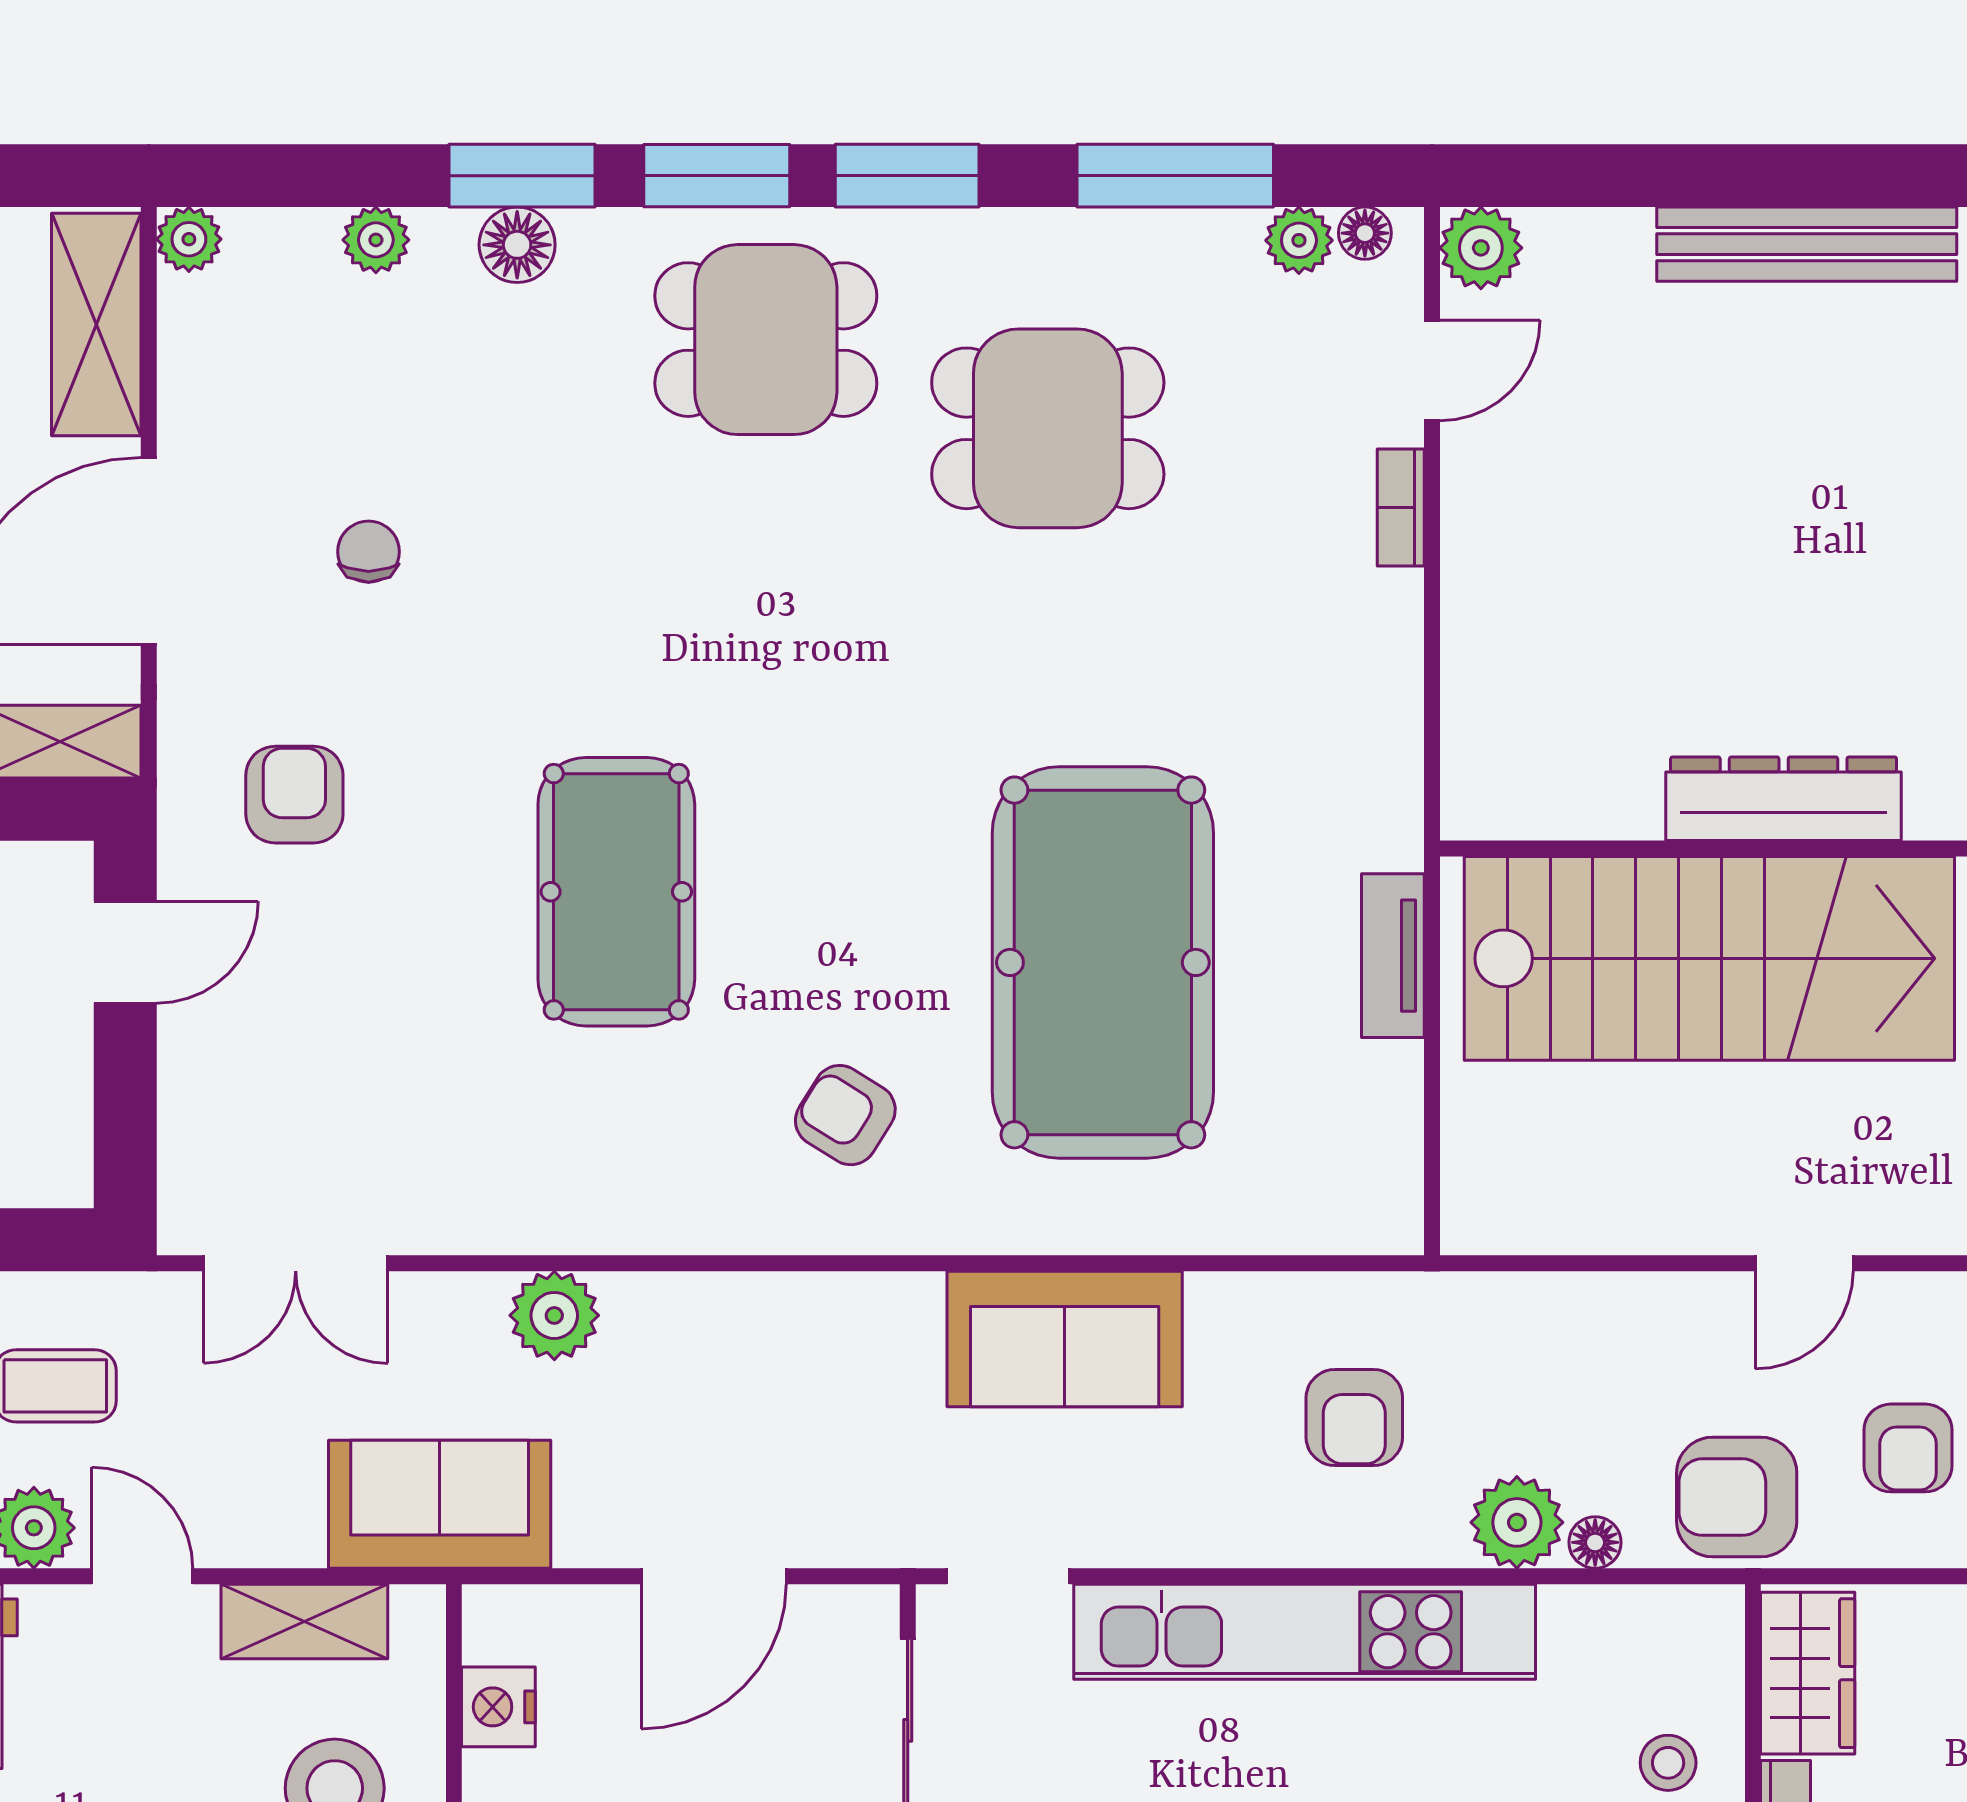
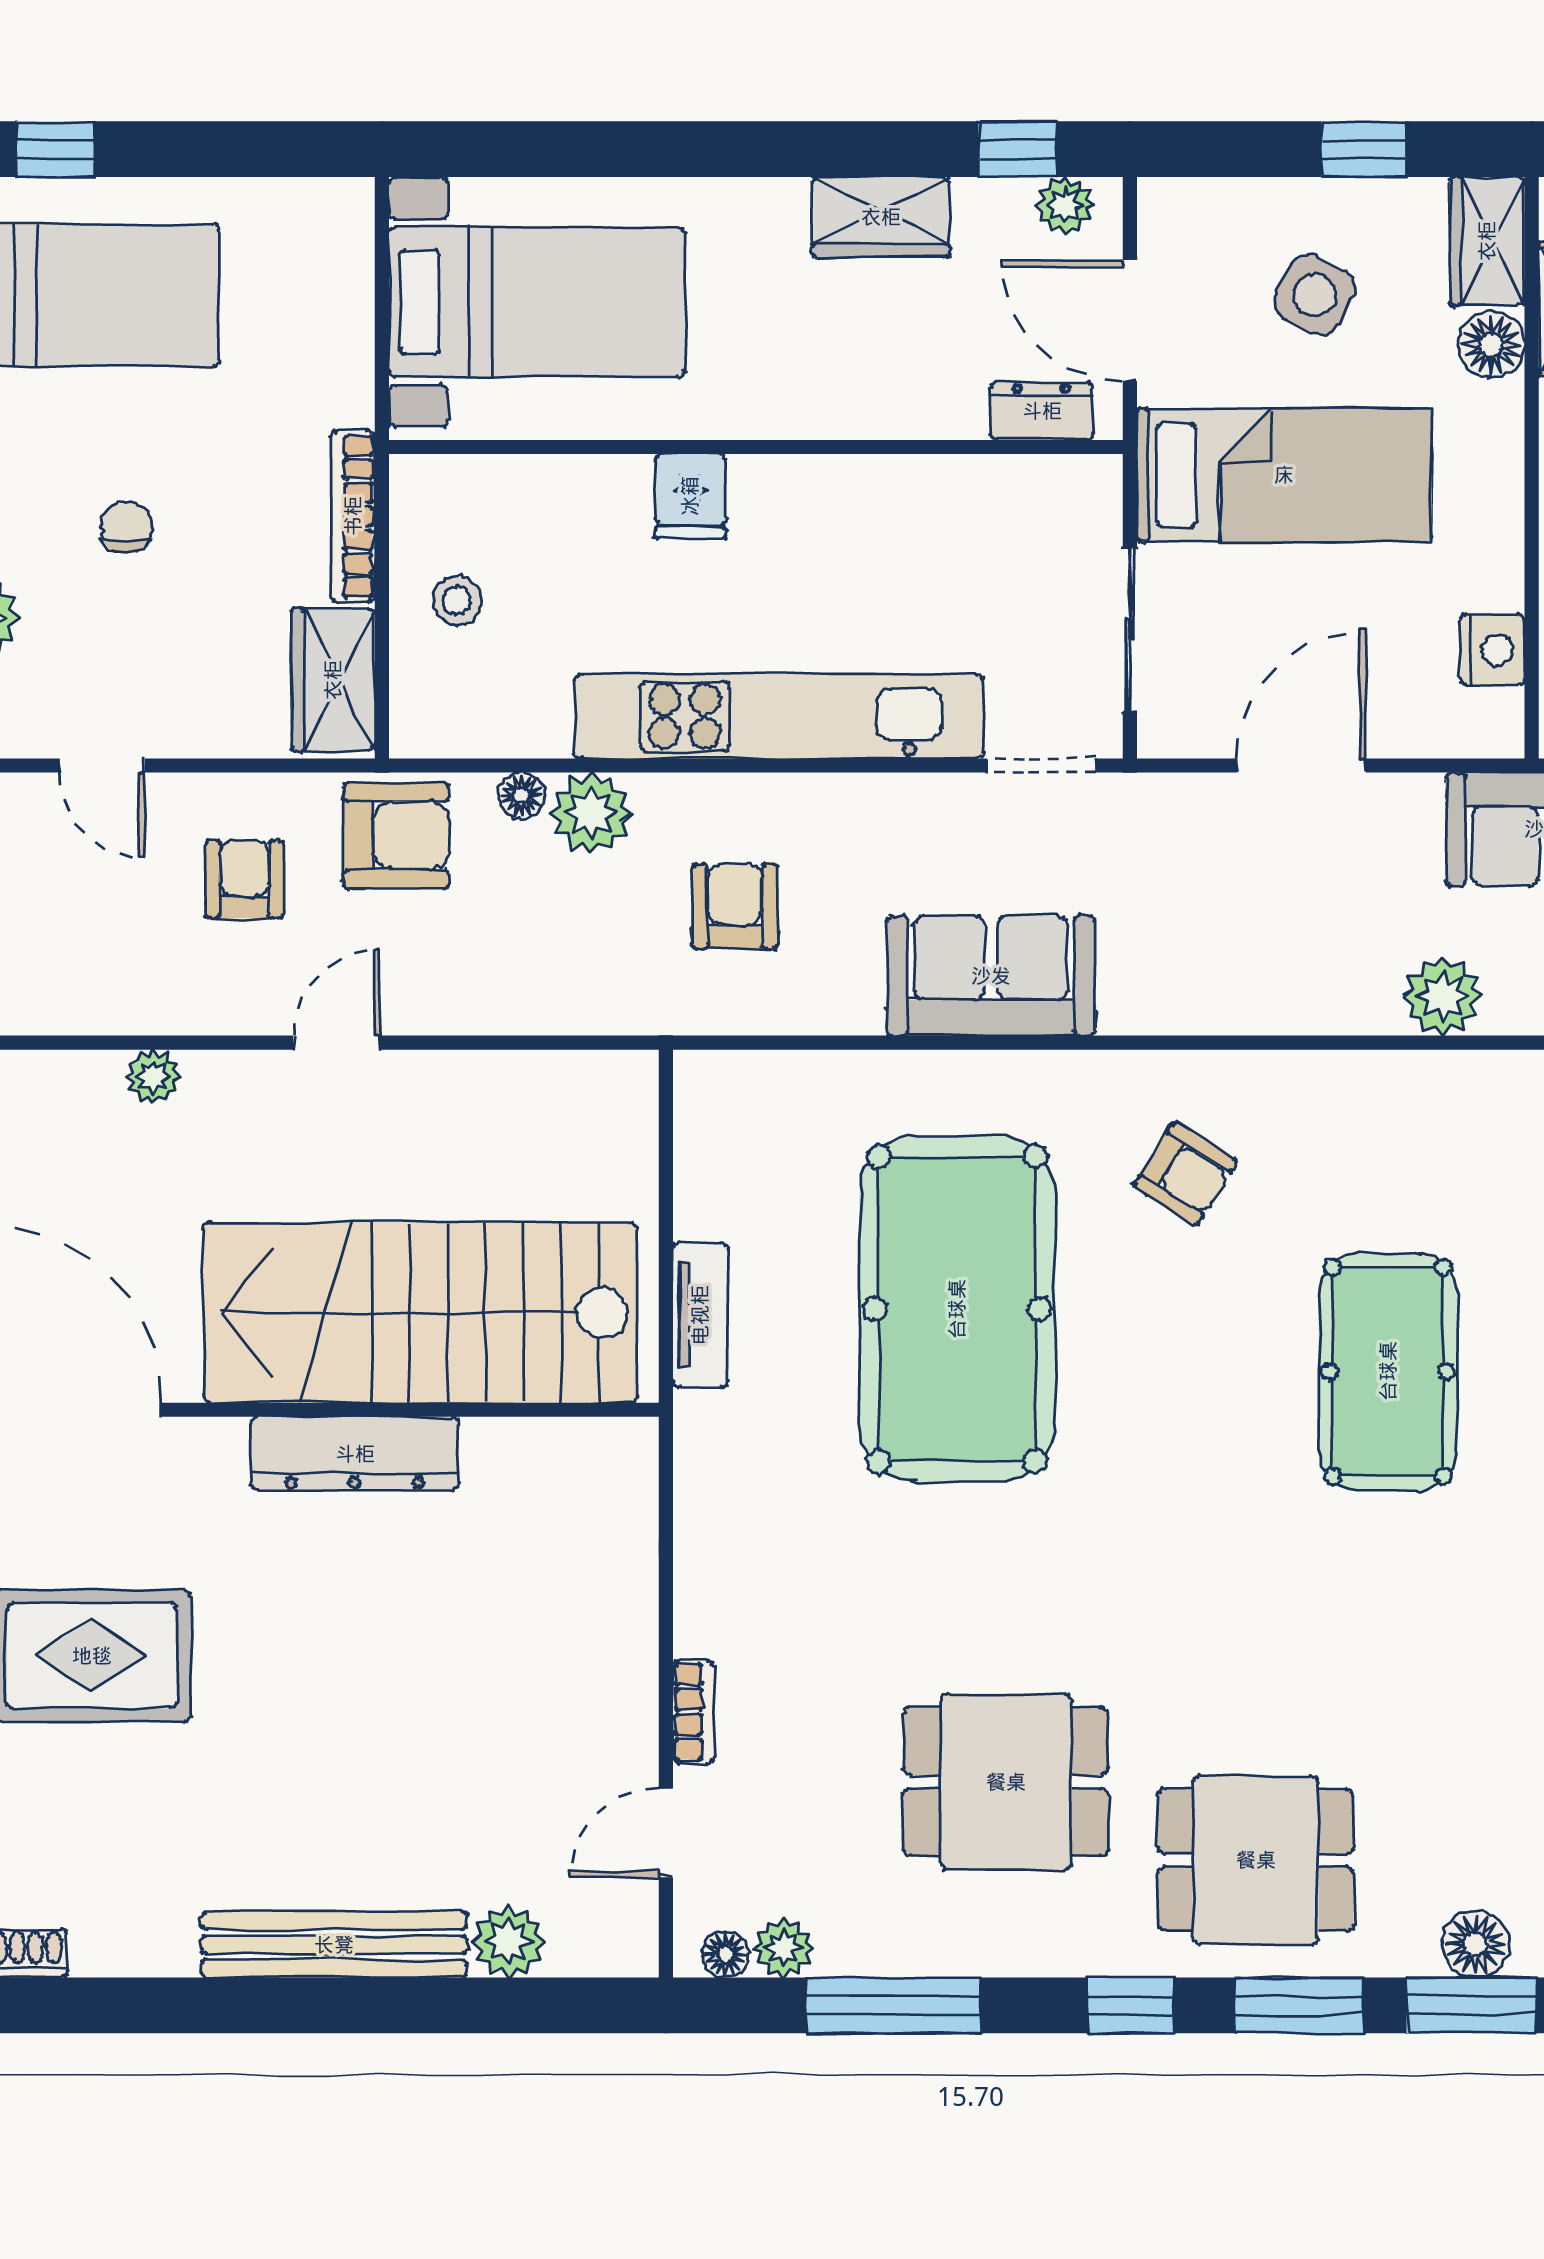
window: (907, 176) -> (1130, 2005), width x0.67
plant: (1481, 248) -> (509, 1941), moved

